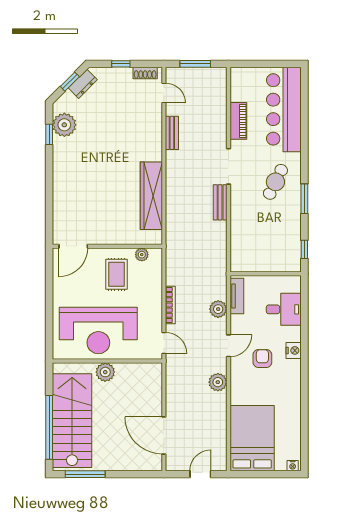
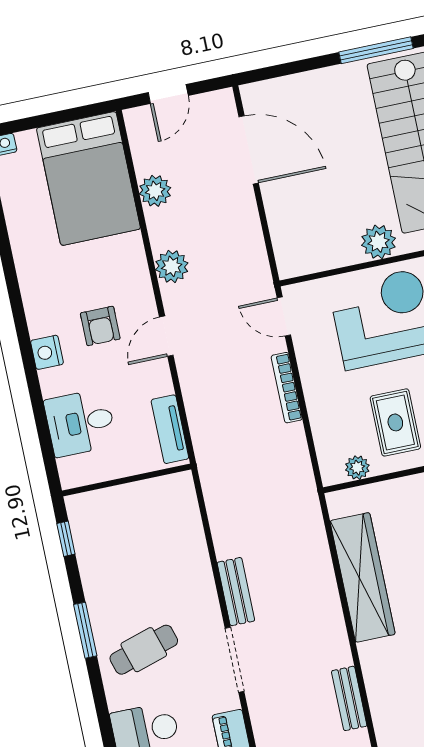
cafe table: (275, 182) -> (144, 650), turned 47
plant: (218, 309) -> (155, 191), moved

